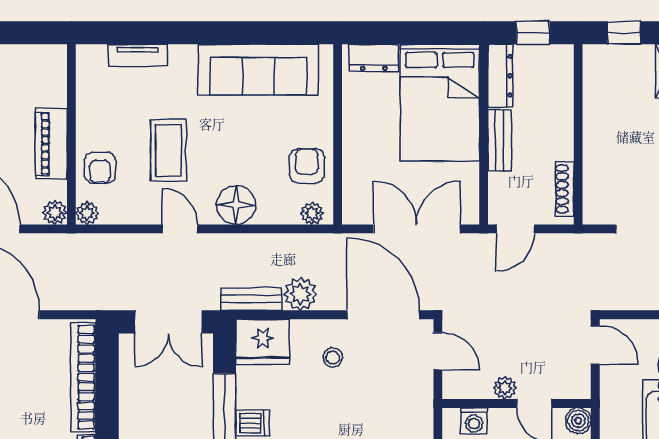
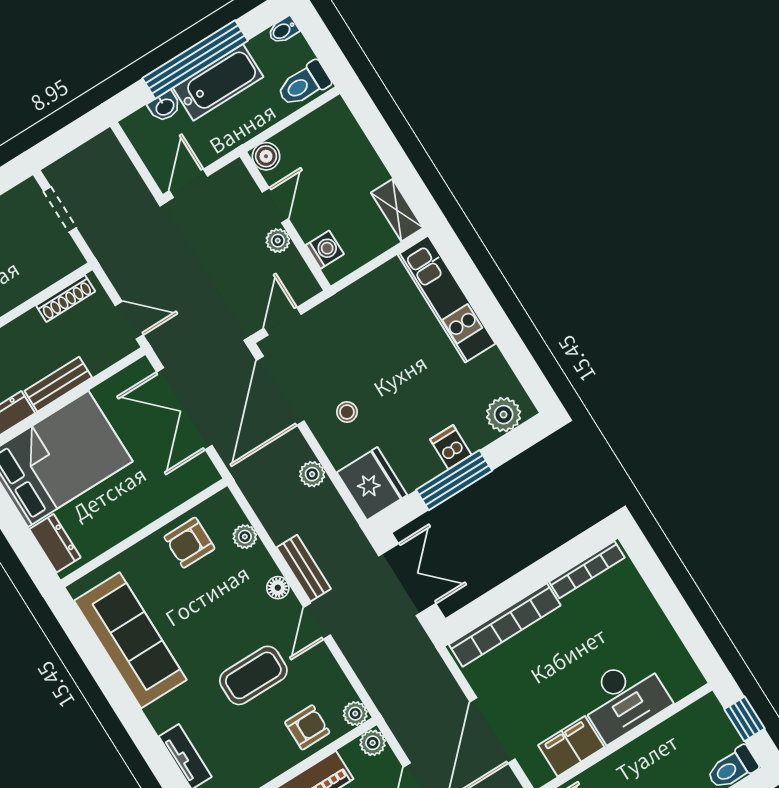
floor lamp: (236, 205) -> (278, 588), width x0.53, depth x0.53
plant: (312, 213) -> (245, 537), moved
plant: (300, 294) -> (312, 474), width x0.73, depth x0.73
bench: (251, 299) -> (304, 568), moved

